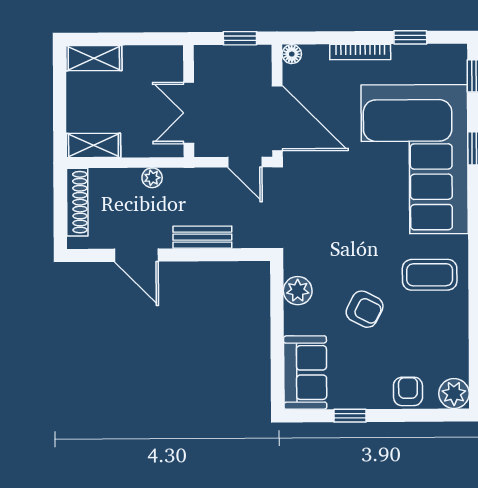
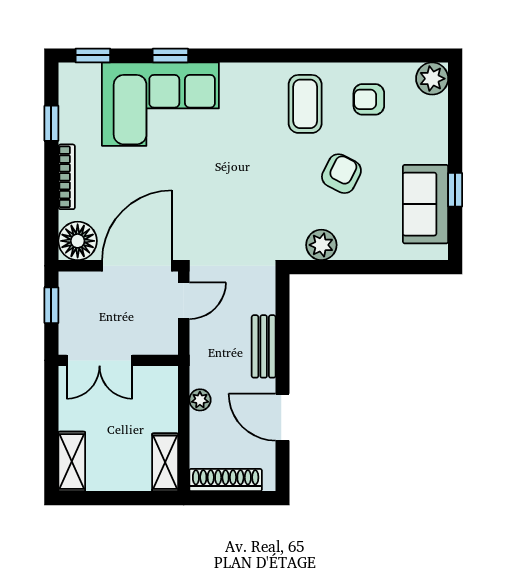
floor lamp: (292, 54) -> (78, 241), width x1.89, depth x1.89
double door: (189, 113) -> (100, 360), moved
corner sofa: (415, 159) -> (160, 104), width x0.73, depth x0.74
door: (136, 255) -> (283, 417), swing flipped
sofa: (305, 373) -> (425, 204), moved, turned -90
armchair: (408, 391) -> (369, 99), moved

